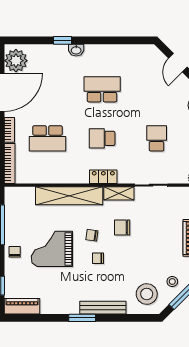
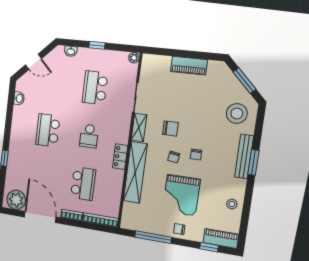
washbasin: (76, 50) -> (19, 98), moved
school desk: (157, 138) -> (95, 88), width x1.85
locker: (103, 177) -> (120, 157), moved
chair: (122, 227) -> (170, 129), turned -90
stool: (172, 282) -> (232, 204), moved
piano: (22, 306) -> (221, 238), moved, turned 90
window: (82, 318) -> (253, 162), moved

